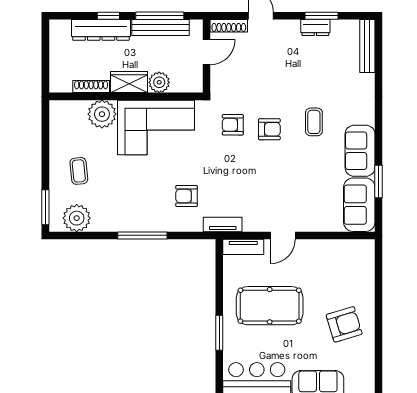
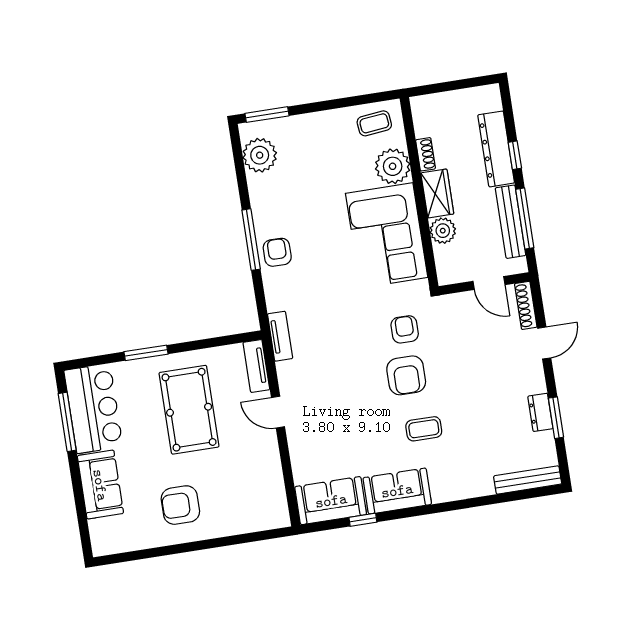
shoe rack: (91, 86) -> (426, 154), width x0.70
armchair: (269, 129) -> (406, 375), width x1.38, depth x1.38
coffee table: (79, 171) -> (374, 123), moved
window: (378, 182) -> (363, 520), width x0.67
armchair: (187, 196) -> (277, 252), moved
armchair: (344, 324) -> (180, 505), turned 107

